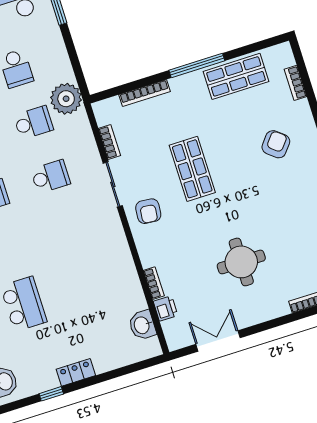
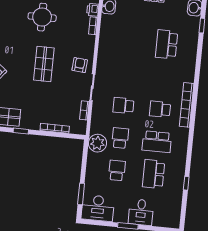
window: (197, 65) -> (21, 131), width x0.46
school desk: (33, 123) -> (120, 138), turned 90
shop shelf: (192, 169) -> (44, 64), moved

